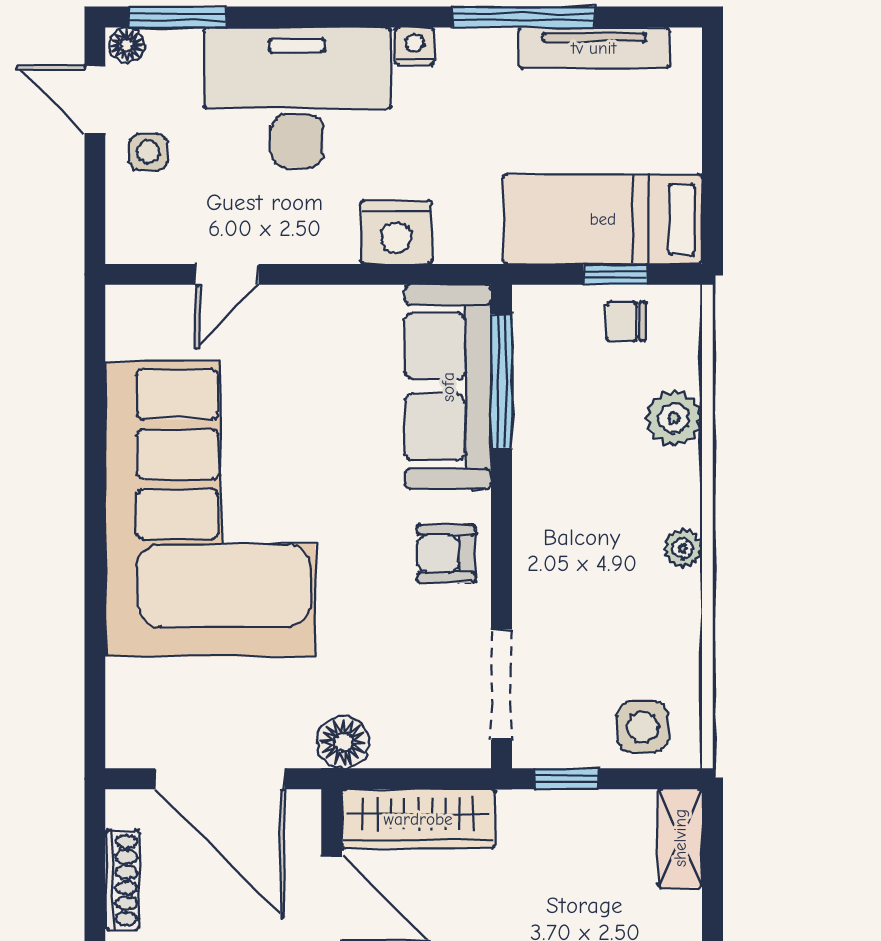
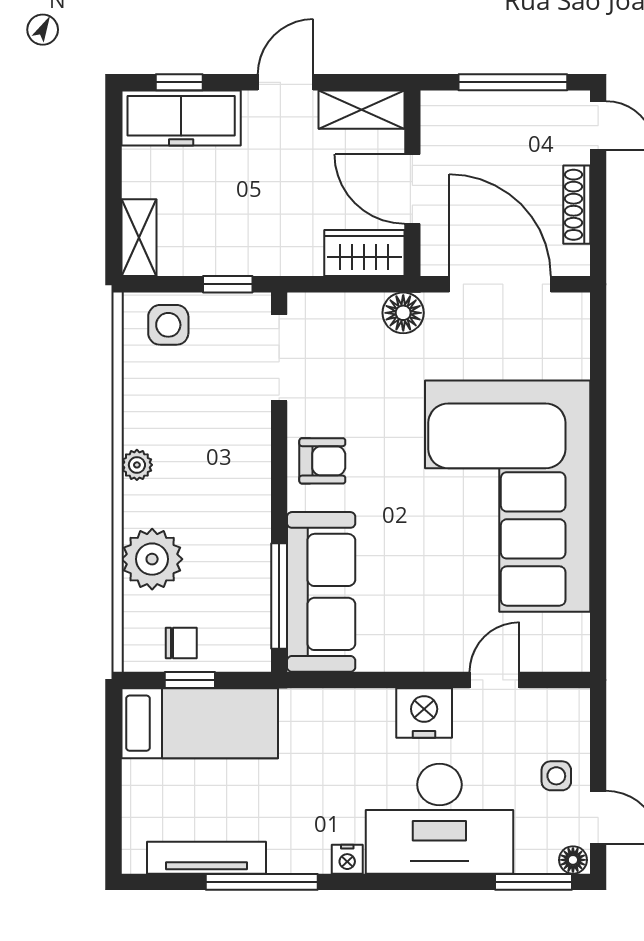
nightstand: (396, 232) -> (424, 713), moved
plant: (674, 418) -> (152, 559), width x1.36, depth x1.36
wardrobe: (418, 819) -> (364, 253), width x0.67

